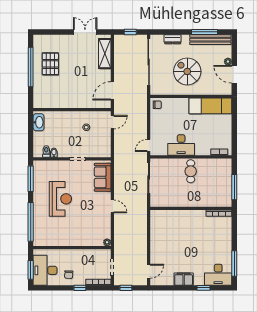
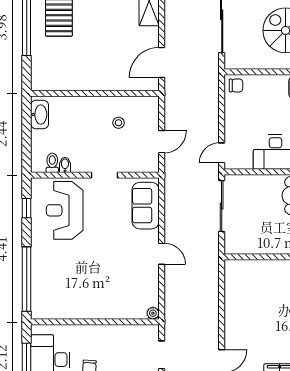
door: (112, 122) -> (162, 142), moved
window: (31, 179) -> (27, 208), width x0.46
reception desk: (60, 199) -> (65, 210), moved, turned 180

